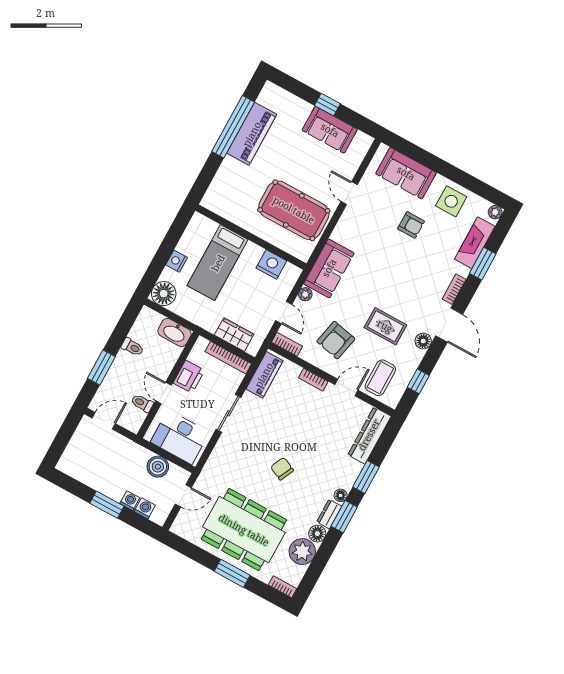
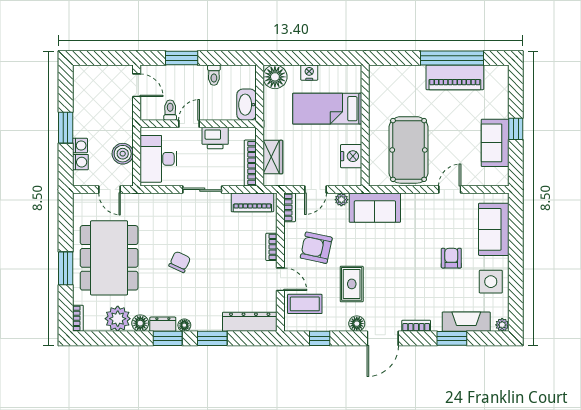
armchair: (411, 225) -> (451, 258), turned 180

